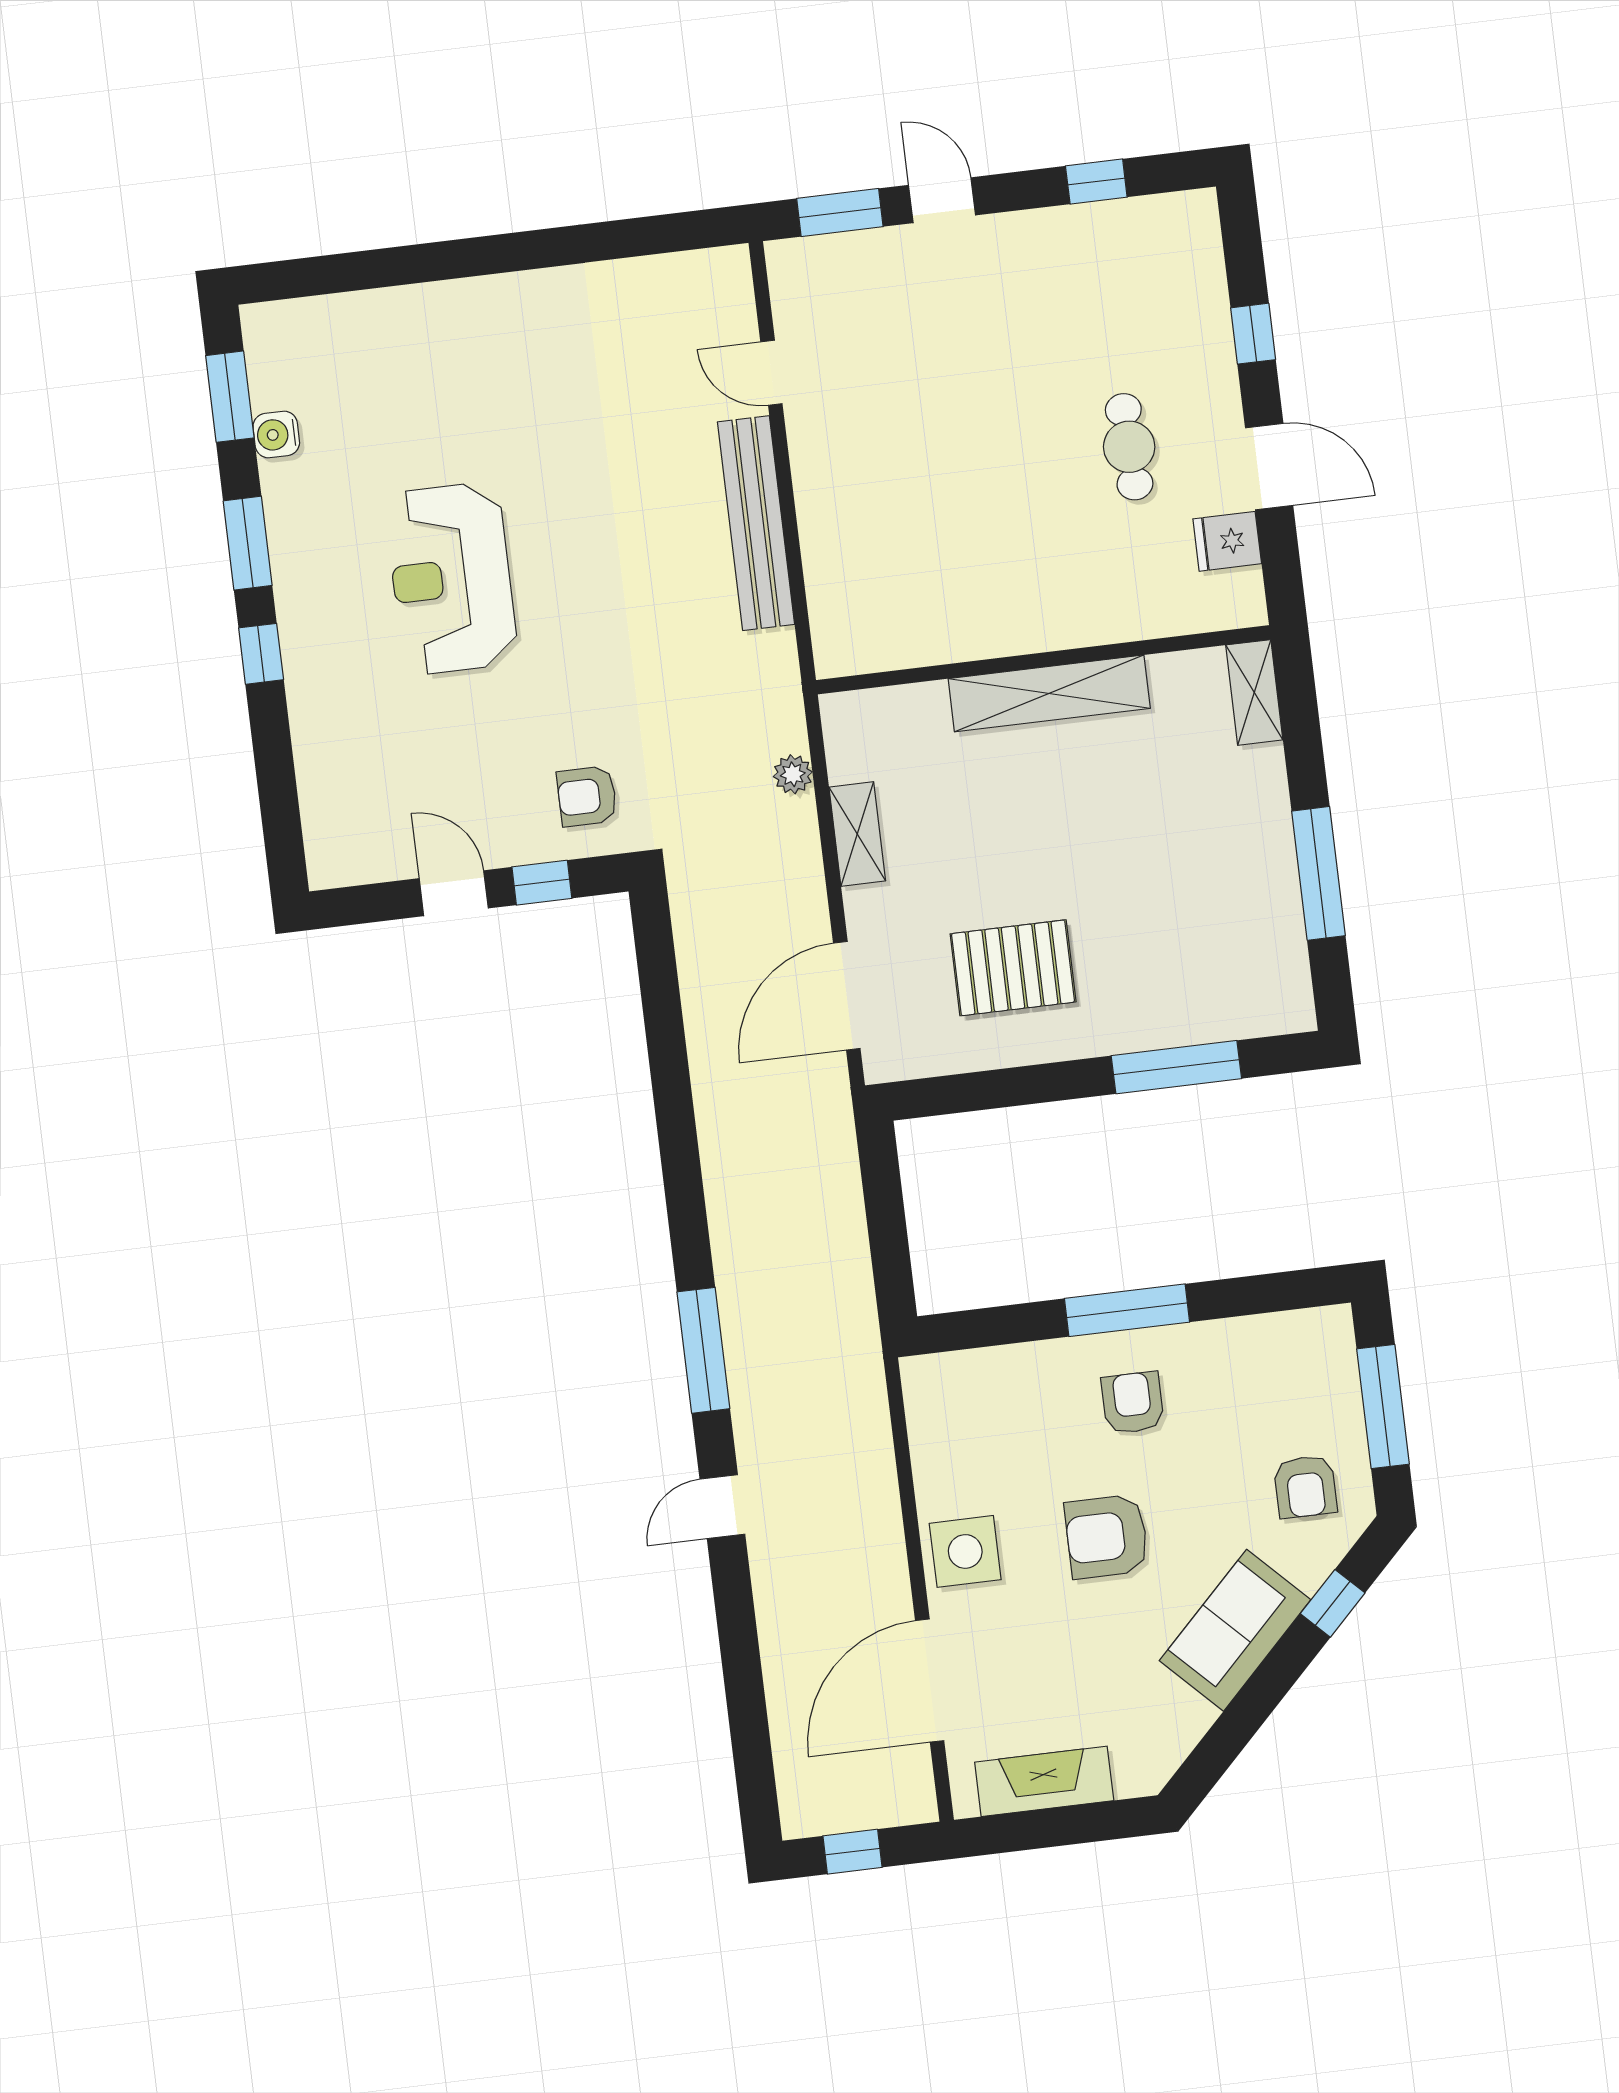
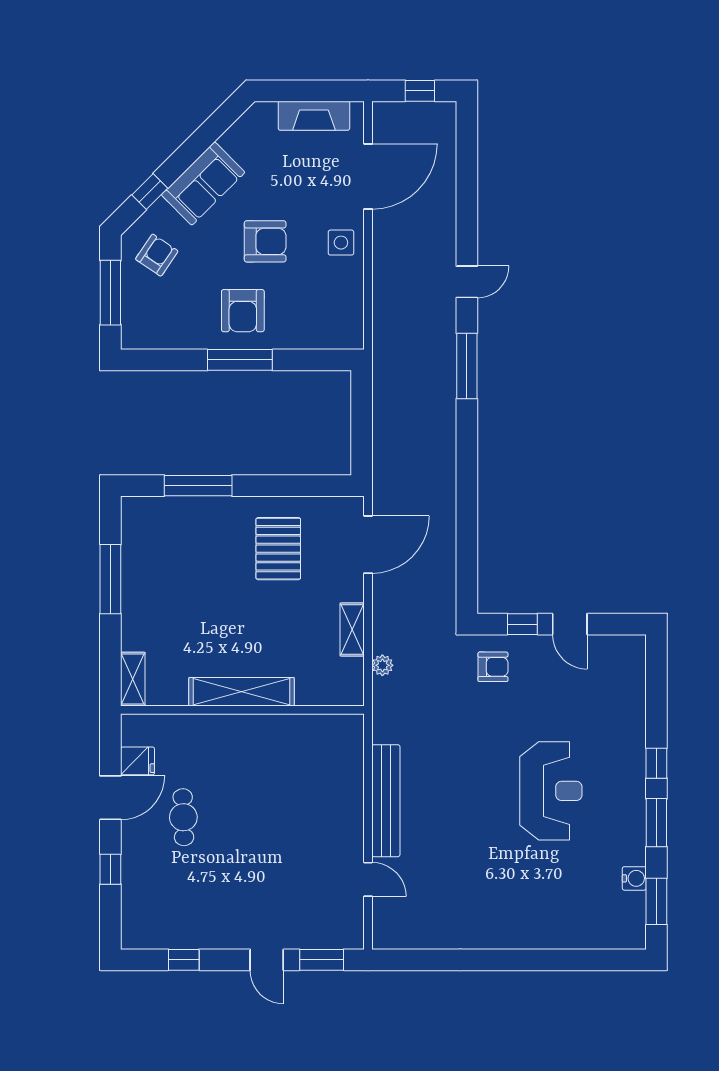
door: (1269, 467) -> (110, 798), swing flipped
pallet: (1013, 968) -> (278, 549), turned 90
armchair: (1133, 1403) -> (243, 311), width x1.38, depth x1.38
armchair: (1305, 1487) -> (157, 255), turned 34
side table: (965, 1551) -> (341, 243), width x0.73, depth x0.73

